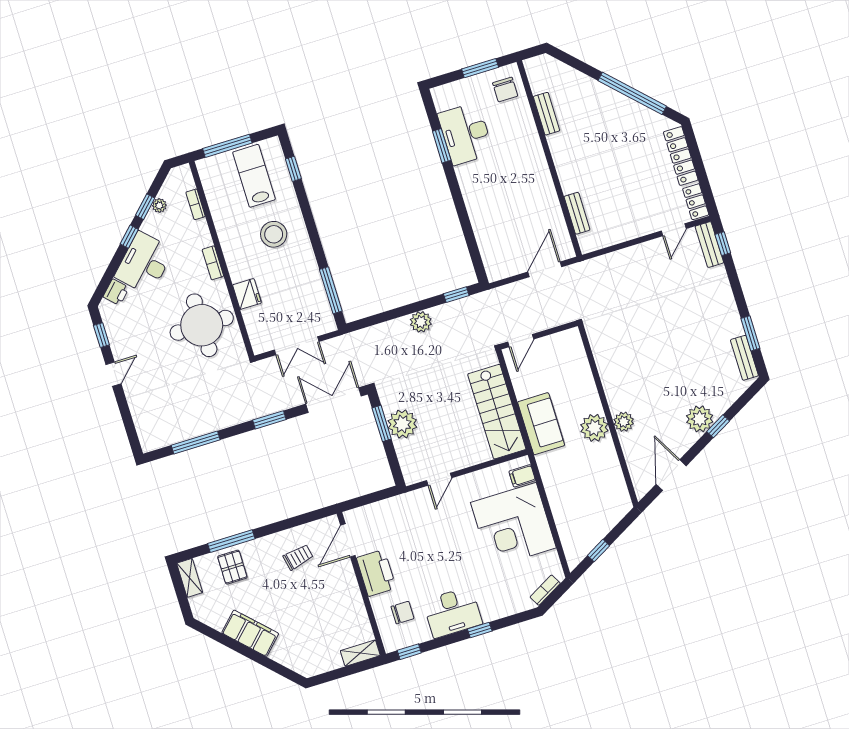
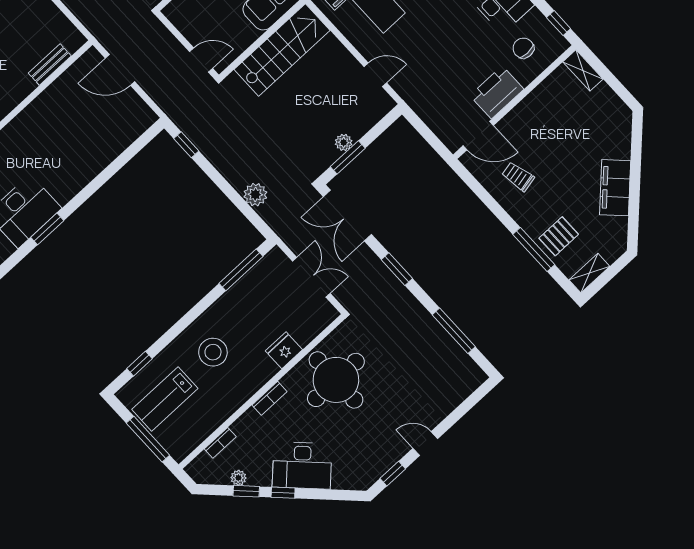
printer: (116, 292) -> (344, 479), removed
plant: (421, 322) -> (255, 195), moved
plant: (402, 424) -> (344, 142), width x0.53, depth x0.53

